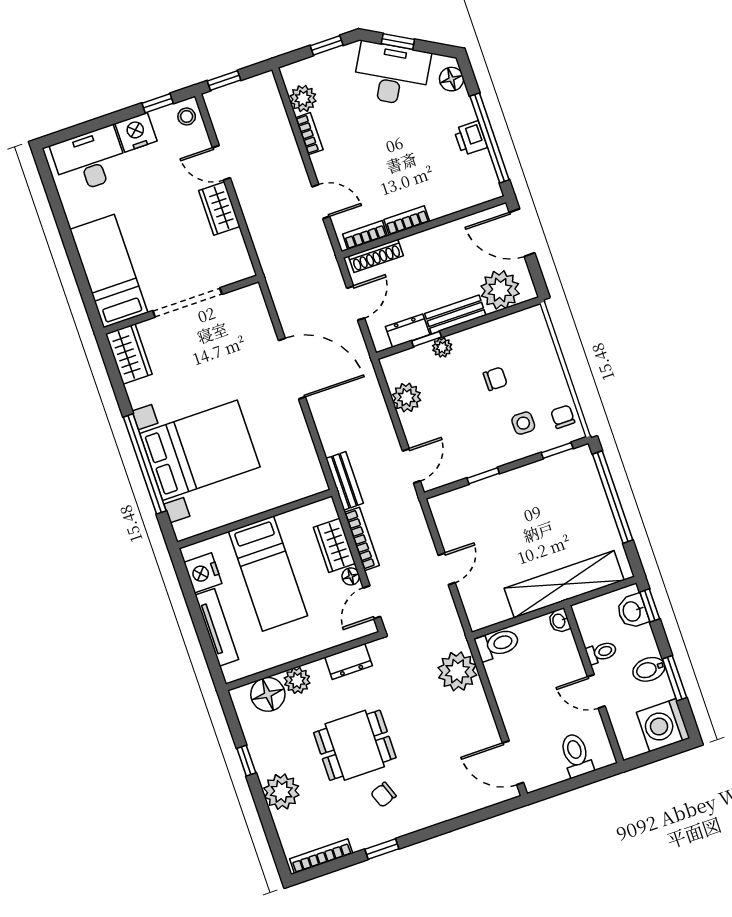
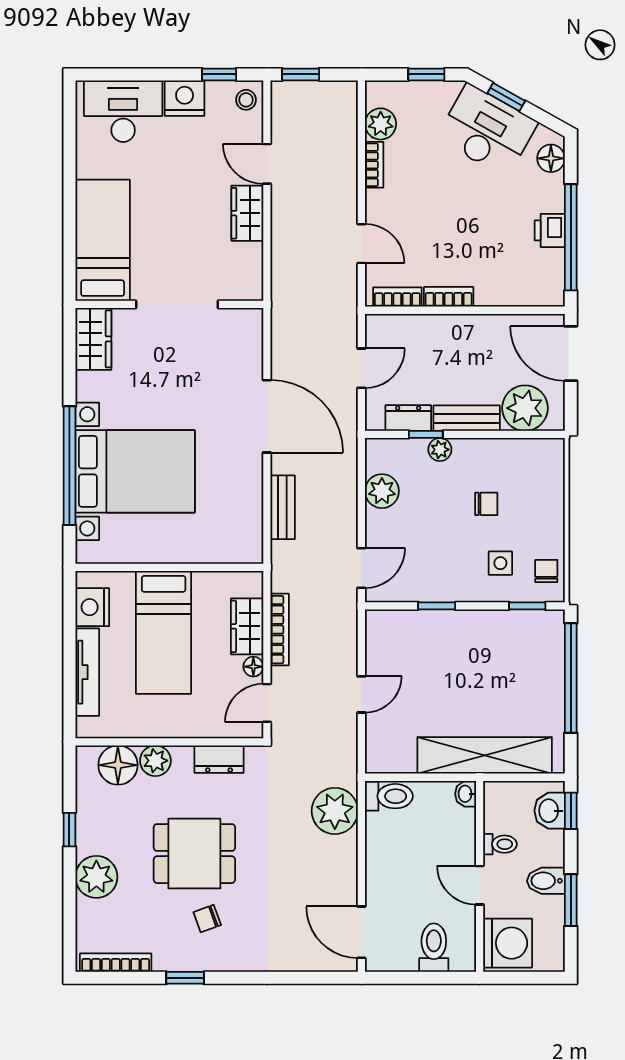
shoe rack: (376, 256) -> (401, 324), removed
bench: (345, 481) -> (283, 507), moved
washing machine: (663, 725) -> (508, 943), moved, turned 180

